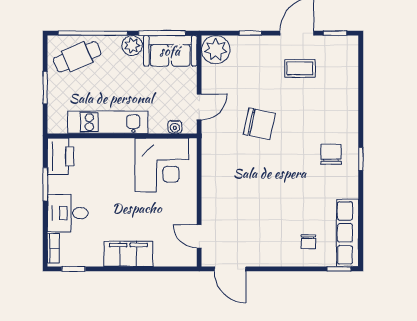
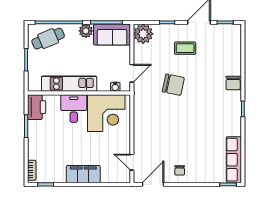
coffee table: (300, 68) -> (185, 48), moved
chair: (331, 154) -> (233, 83), moved, turned 180
desk: (68, 213) -> (74, 108), moved, turned 90
chair: (308, 242) -> (180, 170), moved
door: (230, 269) -> (153, 184), swing flipped

